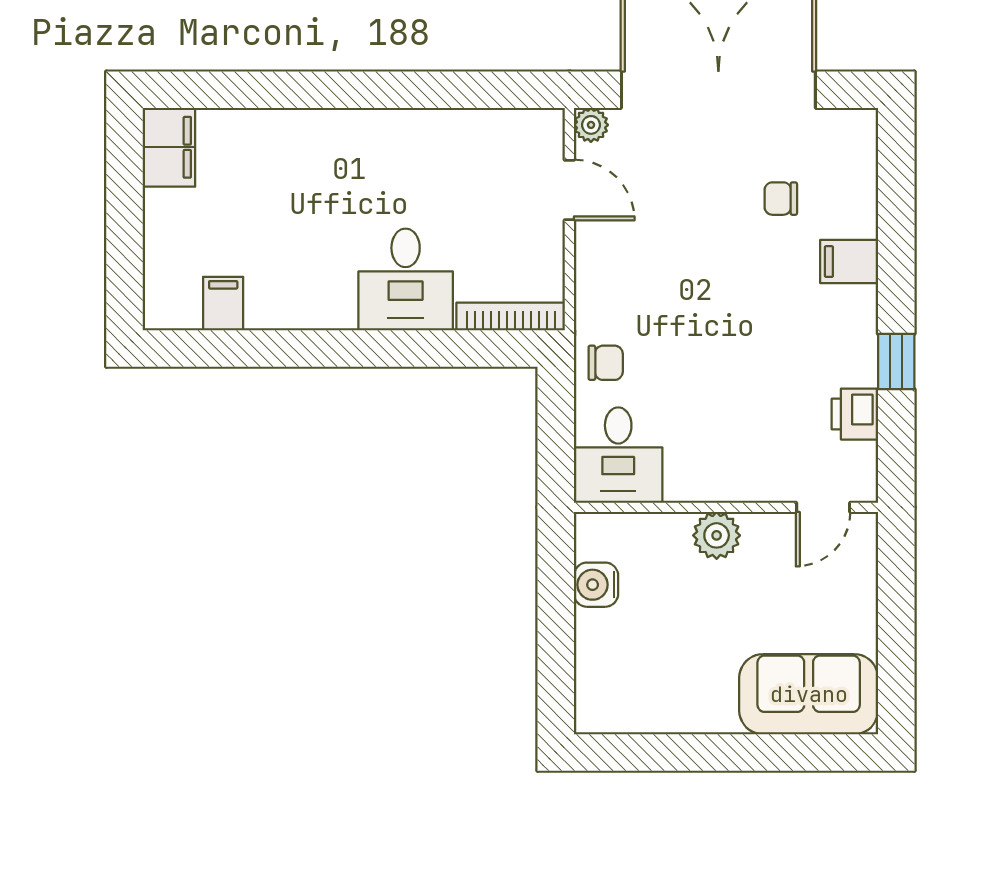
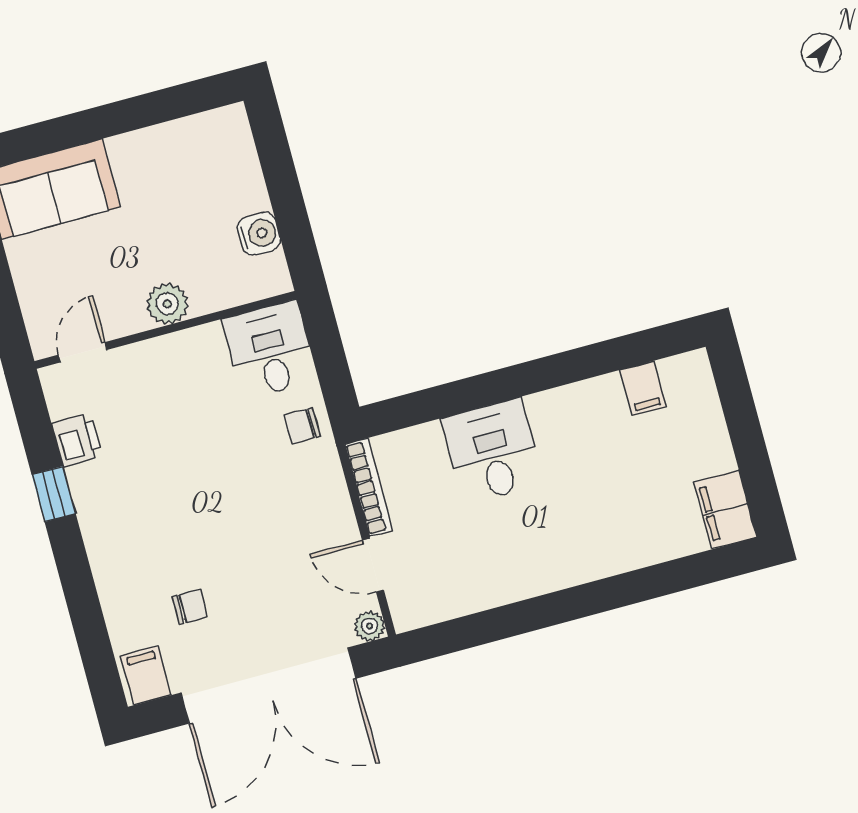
filing cabinet: (849, 262) -> (146, 675), moved, turned -90
bookcase: (511, 316) -> (369, 487), moved, turned -90

